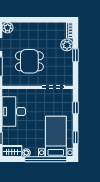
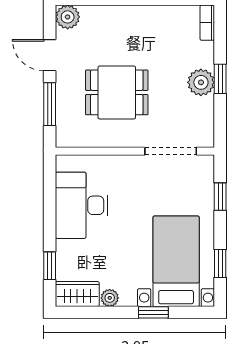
plant: (67, 45) -> (201, 82), moved
window: (46, 159) -> (153, 312), width x0.32

